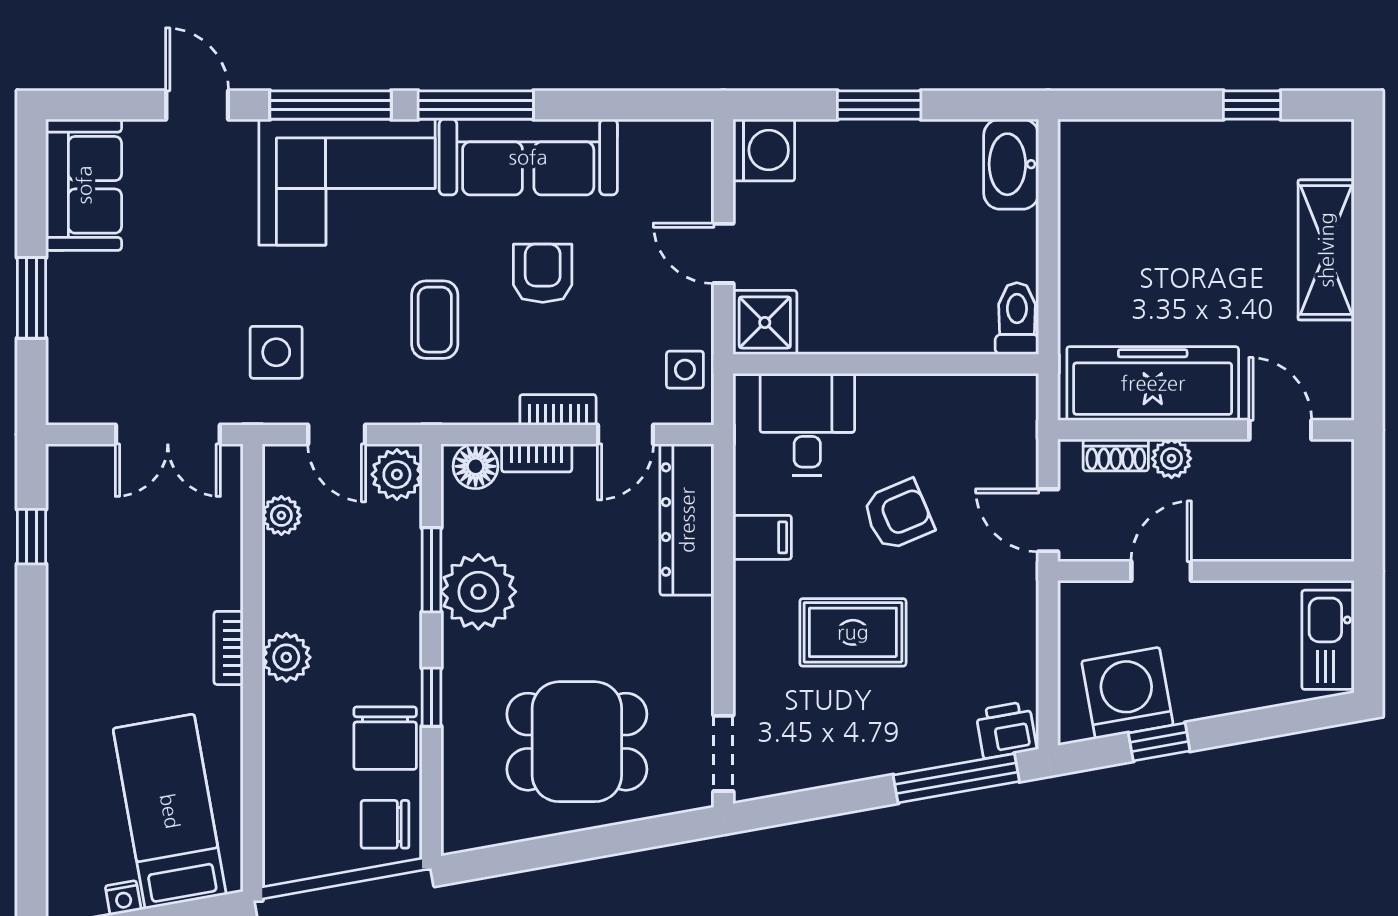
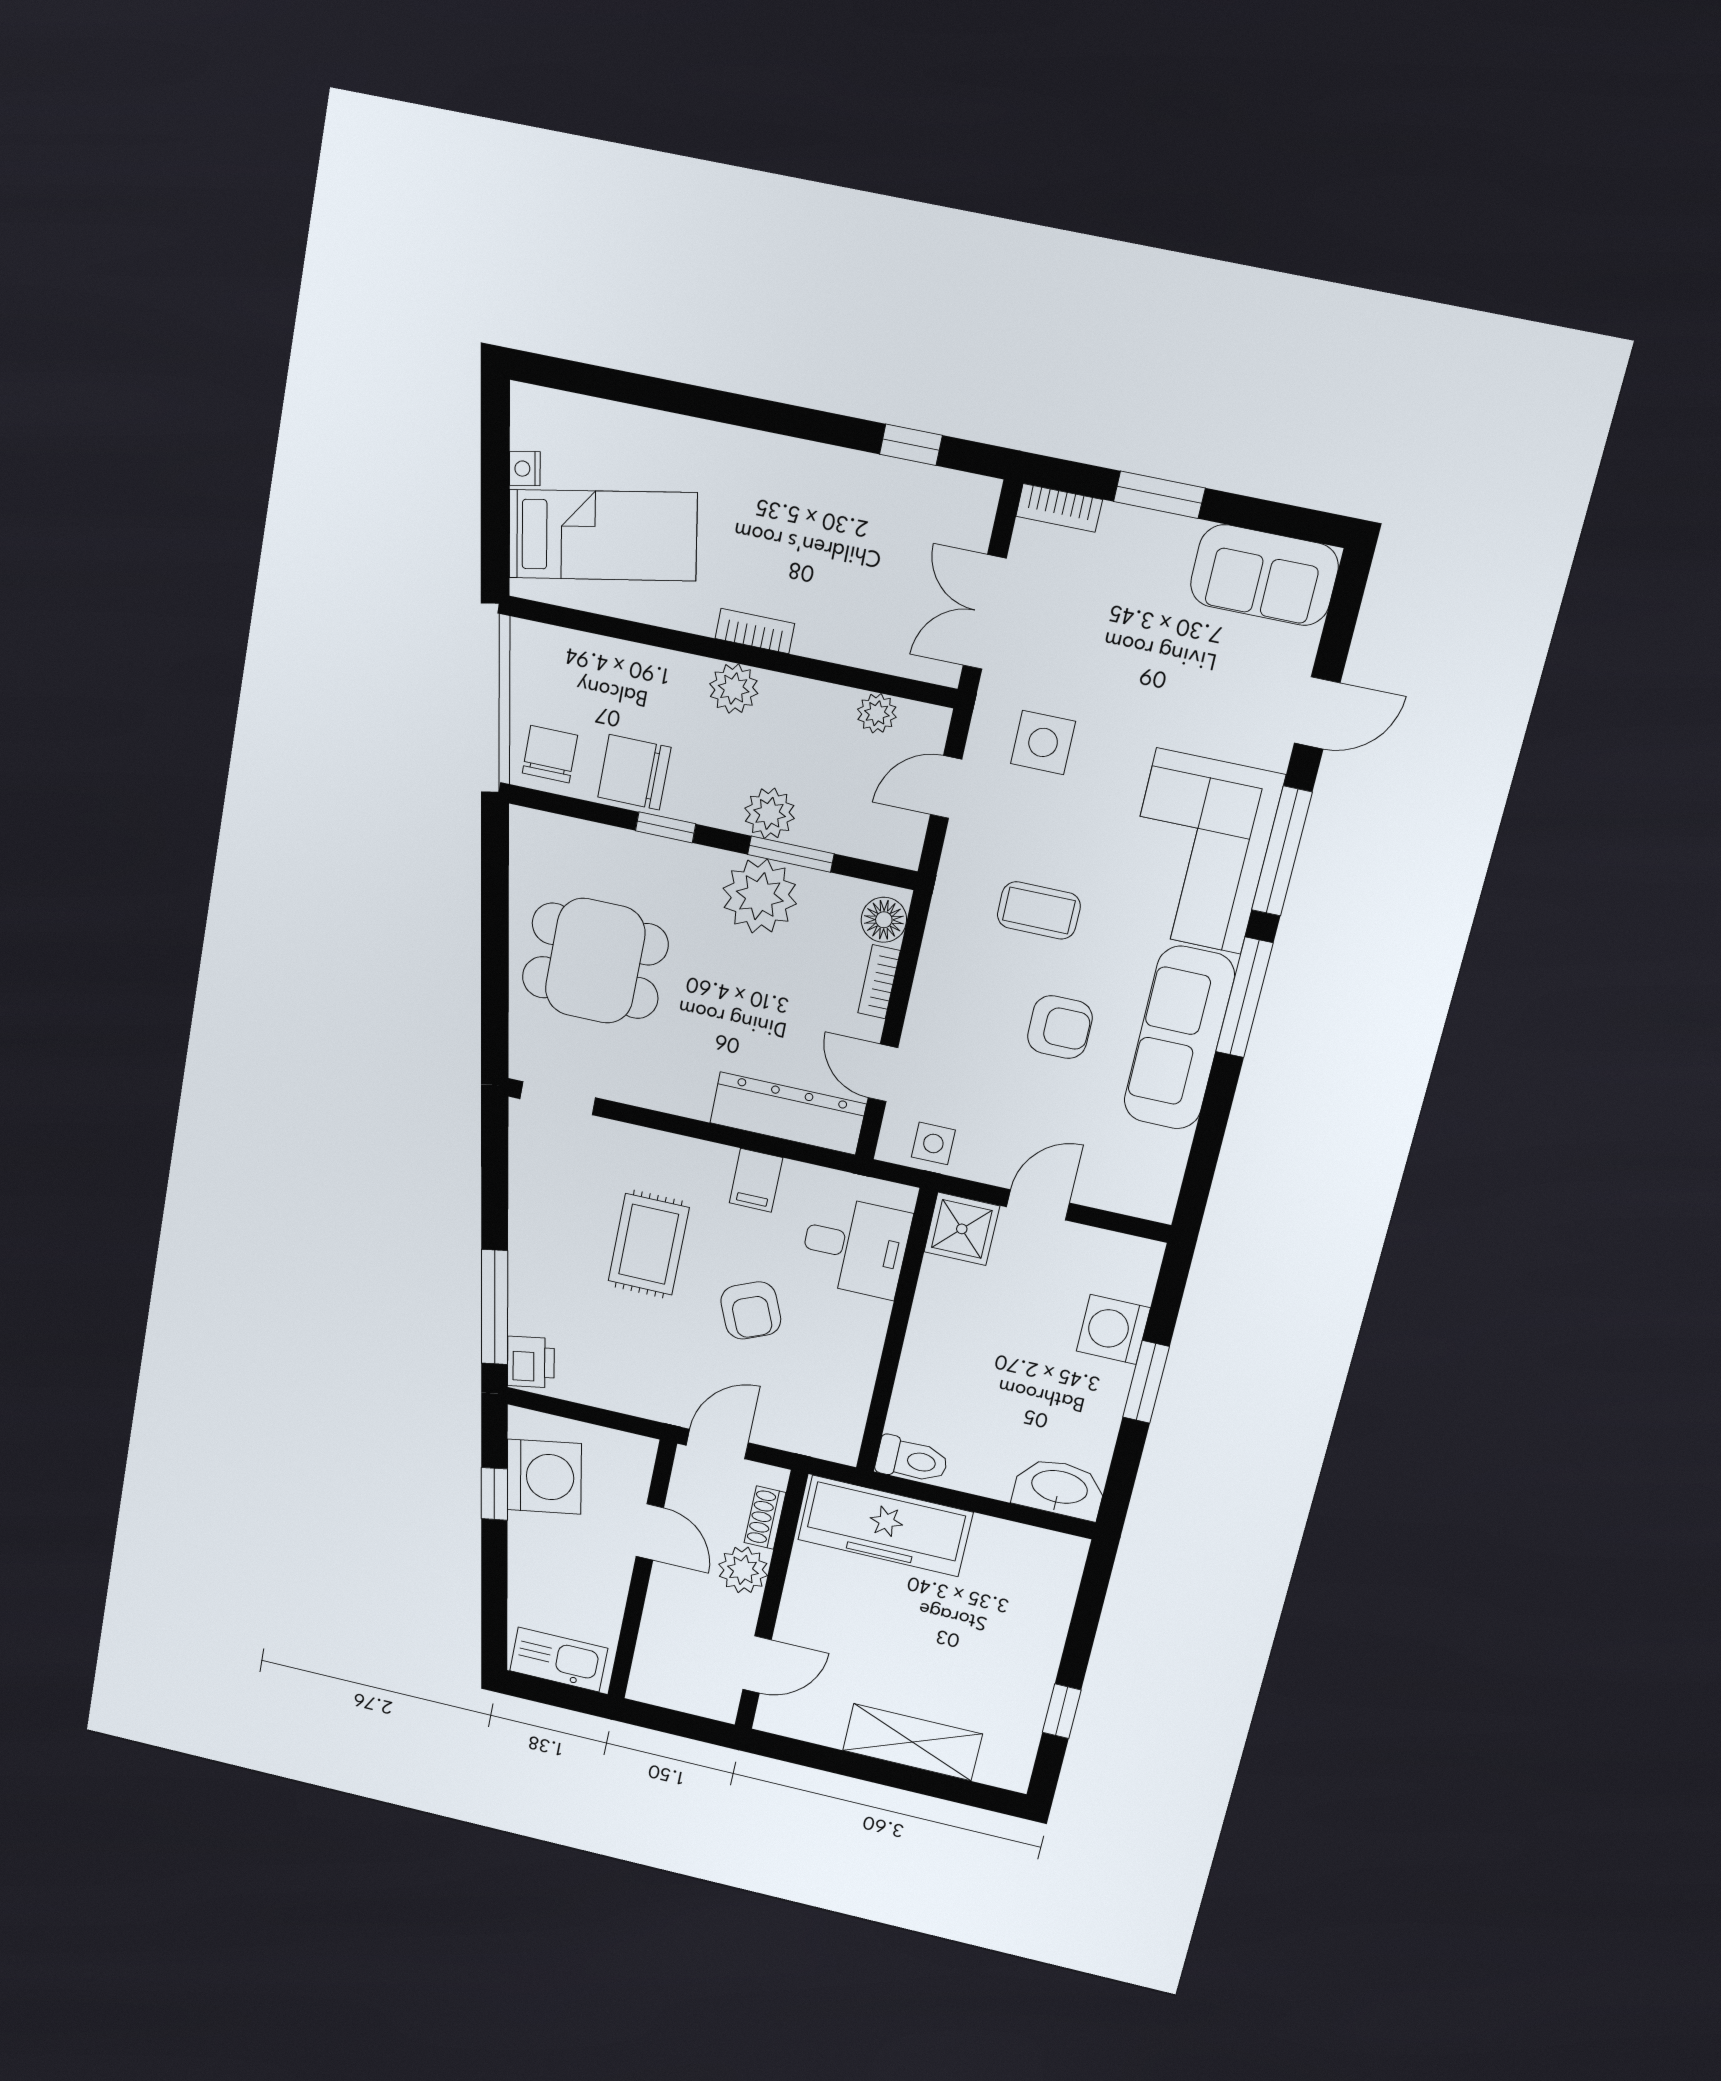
washing machine: (764, 150) -> (1113, 1329), moved, turned 90
freezer: (1153, 383) -> (885, 1526), moved, turned 90
bookcase: (558, 410) -> (1059, 508), moved, turned 90
plant: (1172, 459) -> (743, 1570), width x1.38, depth x1.38
plant: (397, 474) -> (770, 813), moved
dining table: (577, 742) -> (595, 961), turned 90

